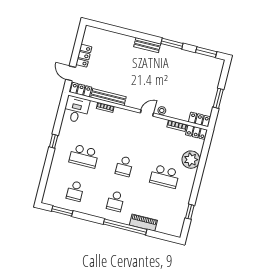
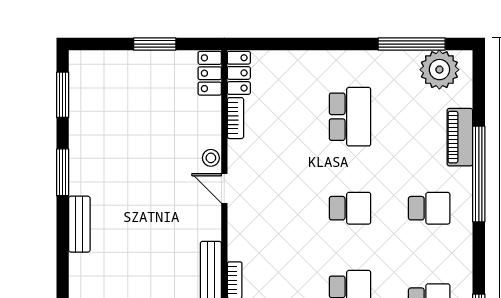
plant: (191, 160) -> (439, 70), moved
window: (190, 212) -> (412, 44), width x2.17

